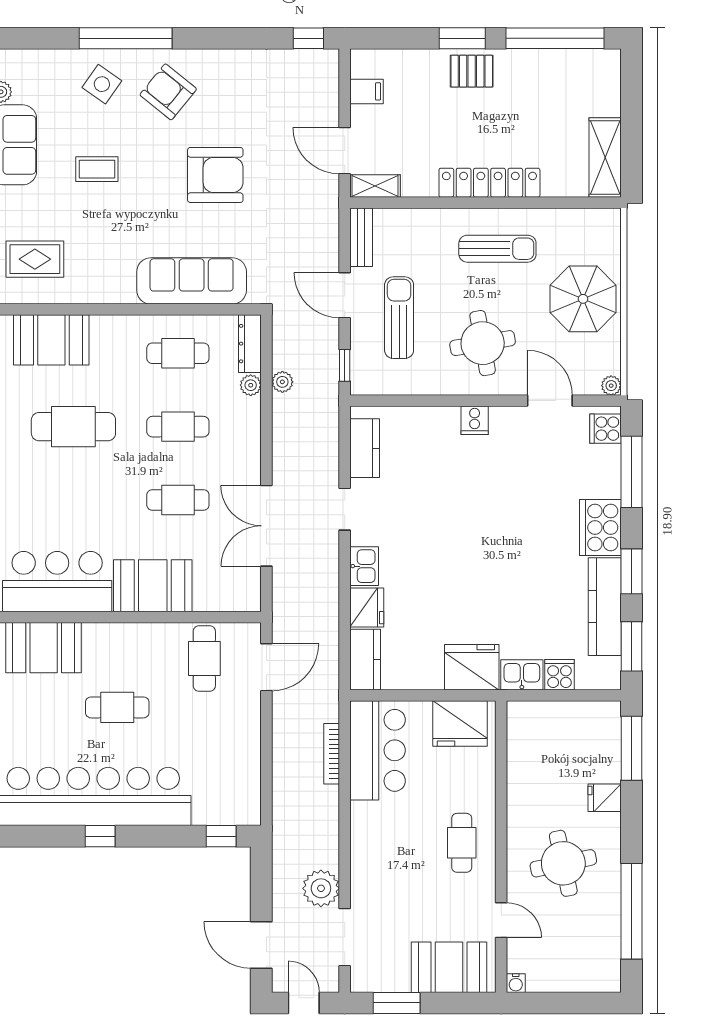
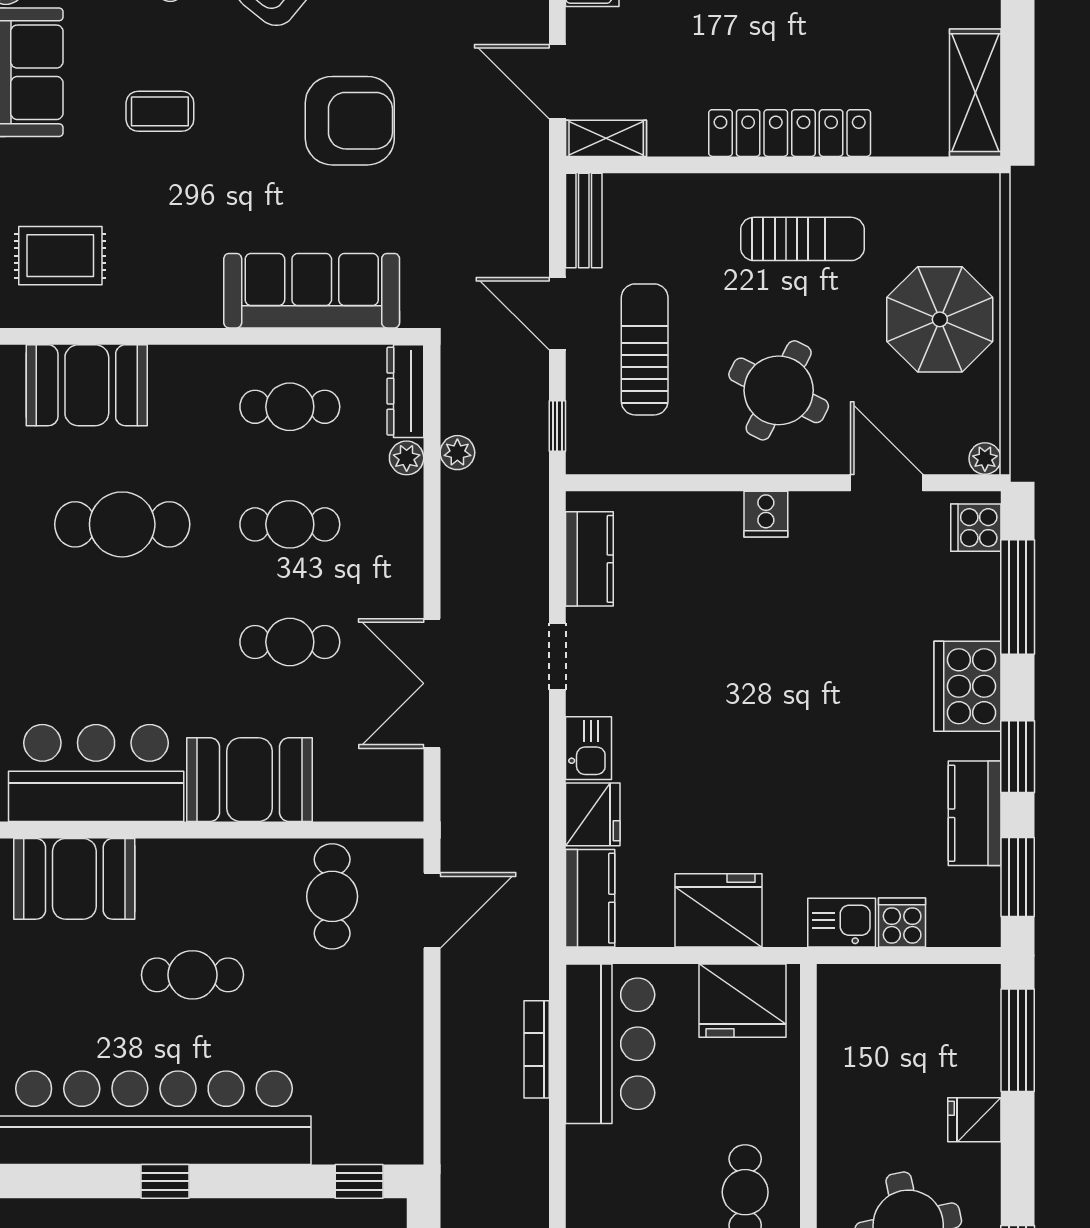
round table: (483, 343) -> (779, 390), turned 37
kitchen counter: (605, 607) -> (975, 813), width x0.67
fridge: (472, 667) -> (718, 910), moved

